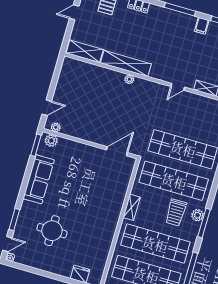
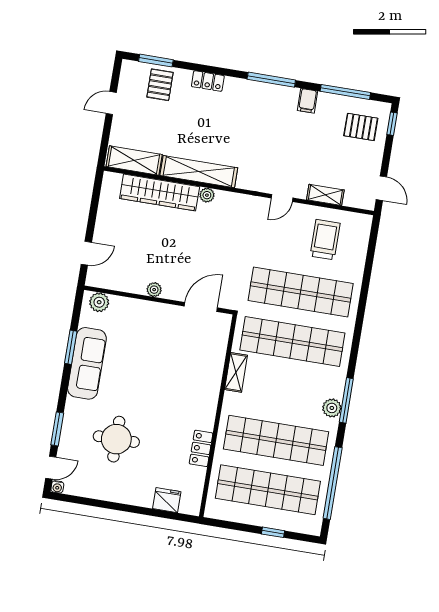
wardrobe: (99, 74) -> (160, 193), added
plant: (56, 127) -> (154, 290), moved
window: (36, 145) -> (71, 347), moved
shelving: (132, 207) -> (236, 372), moved
trolley: (176, 213) -> (325, 240), moved, turned 180
plant: (197, 215) -> (332, 408), moved
locker: (106, 243) -> (201, 448), added

